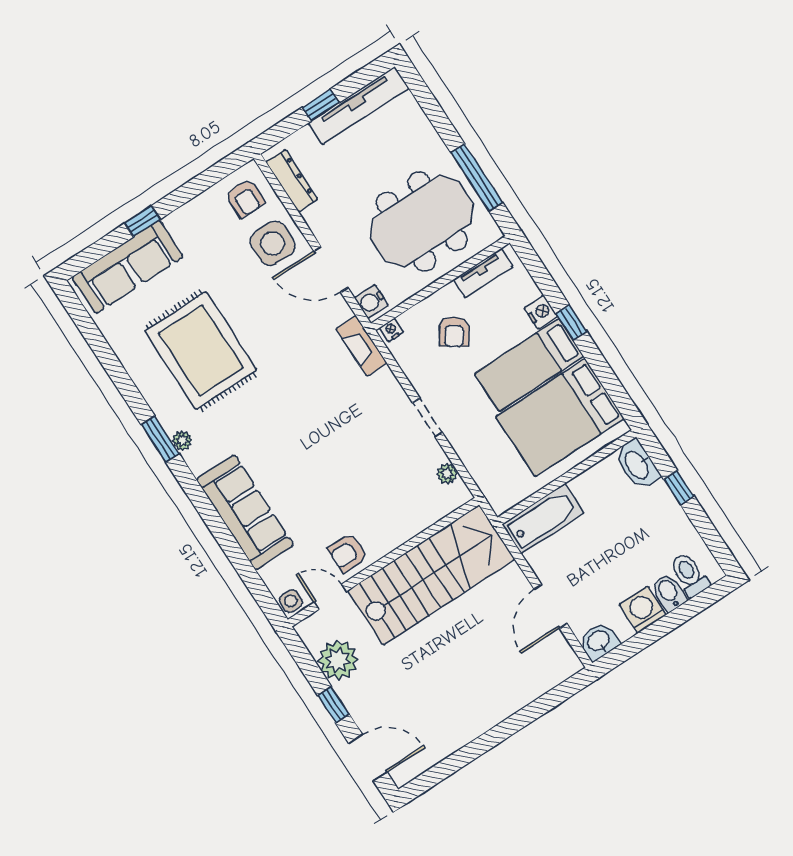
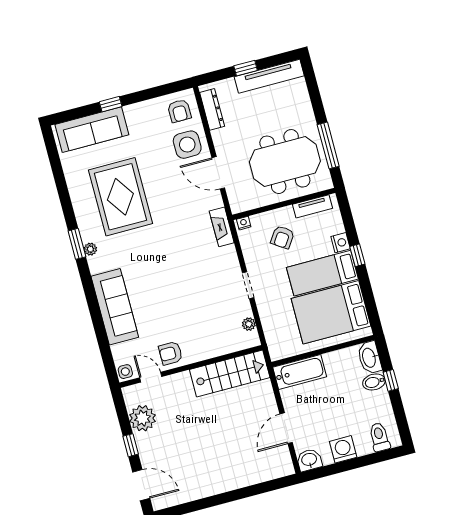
water cooler: (371, 302) -> (237, 201), removed
stairs: (431, 575) -> (230, 374), width x0.73, depth x0.66
bidet: (669, 593) -> (374, 382), moved, turned -90

